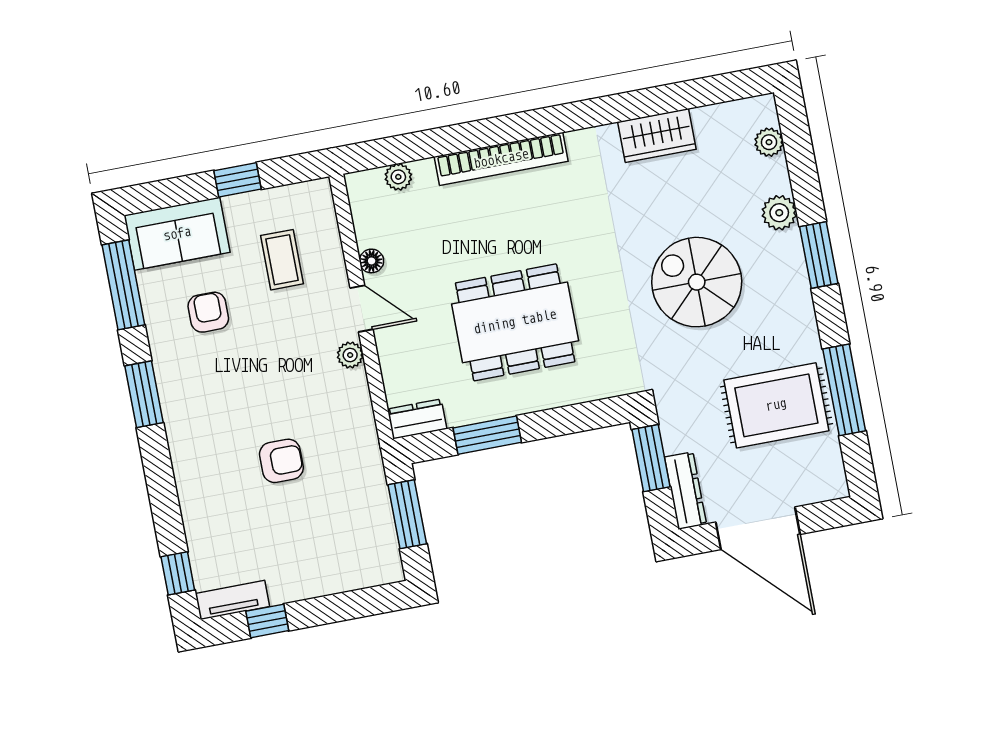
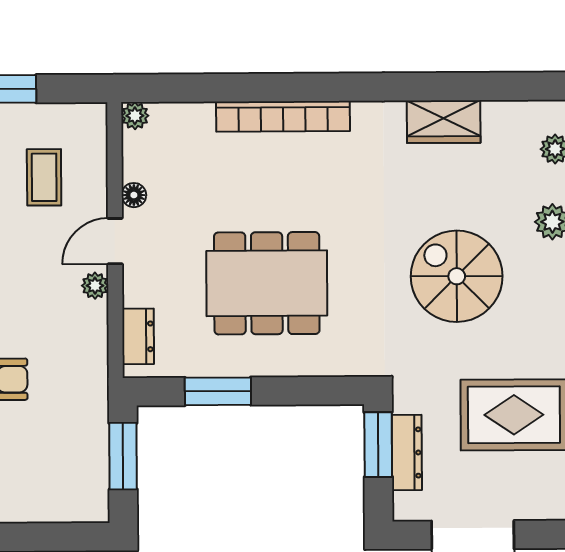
plant: (398, 177) -> (135, 116), moved
door: (362, 309) -> (115, 241), swing flipped
dresser: (417, 419) -> (138, 336), moved, turned 90
dresser: (685, 491) -> (407, 453), moved

